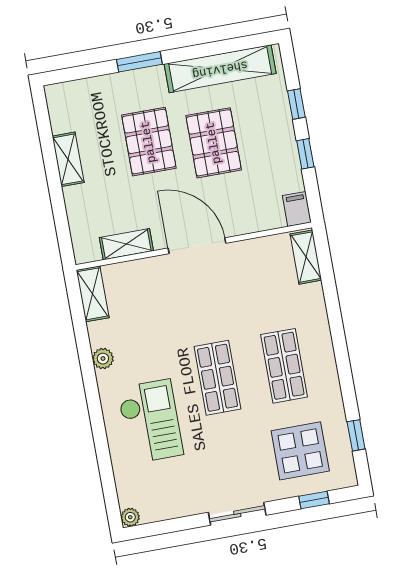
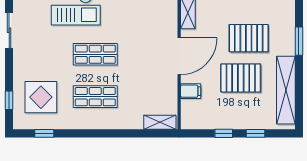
filing cabinet: (297, 209) -> (191, 91), moved
sliding door: (237, 514) -> (9, 30), moved

